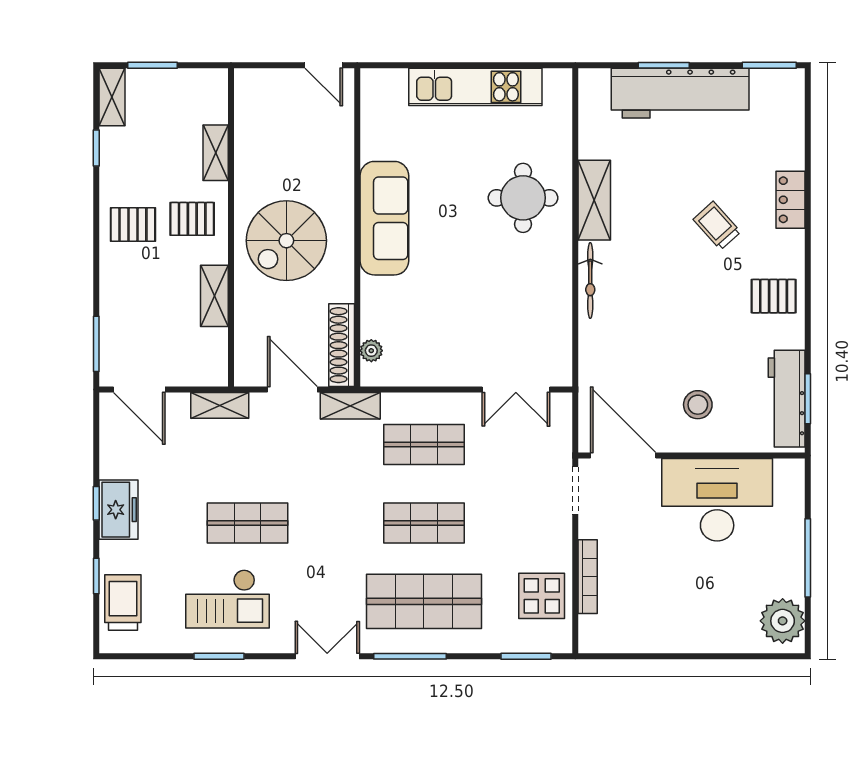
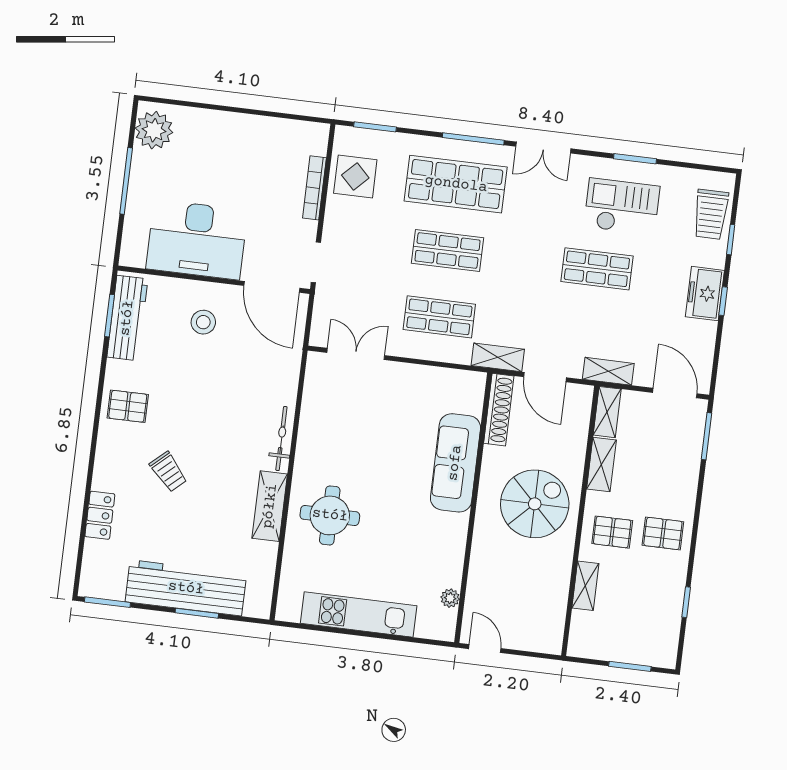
shelving: (112, 97) -> (607, 412), moved
locker: (790, 200) -> (100, 515), moved
sofa: (384, 218) -> (455, 463), moved
plant: (371, 351) -> (450, 598), moved

